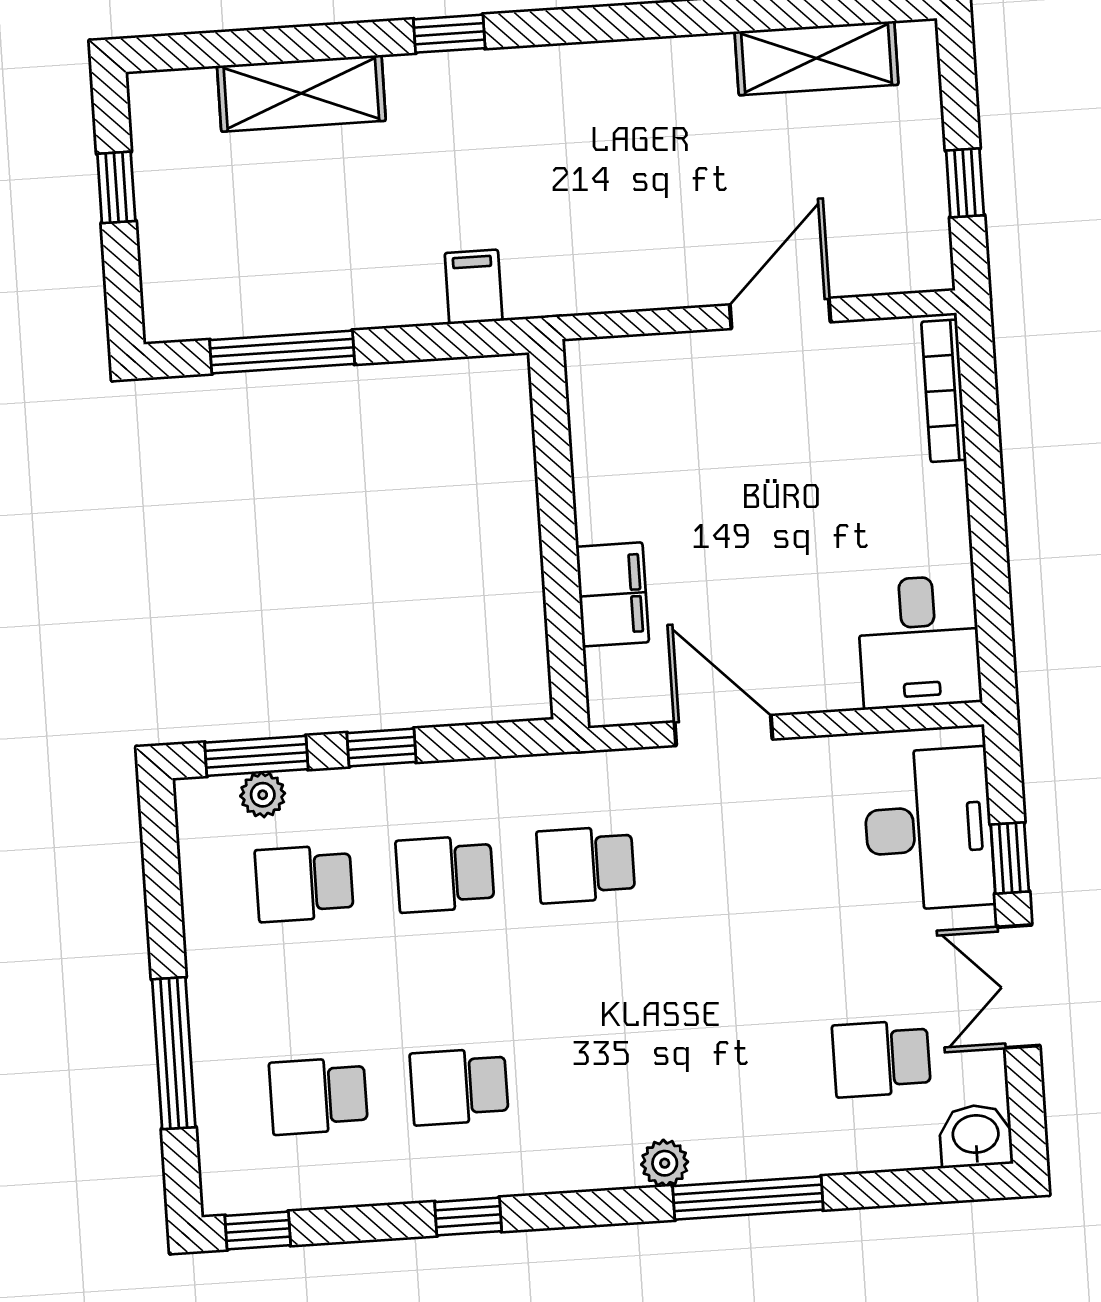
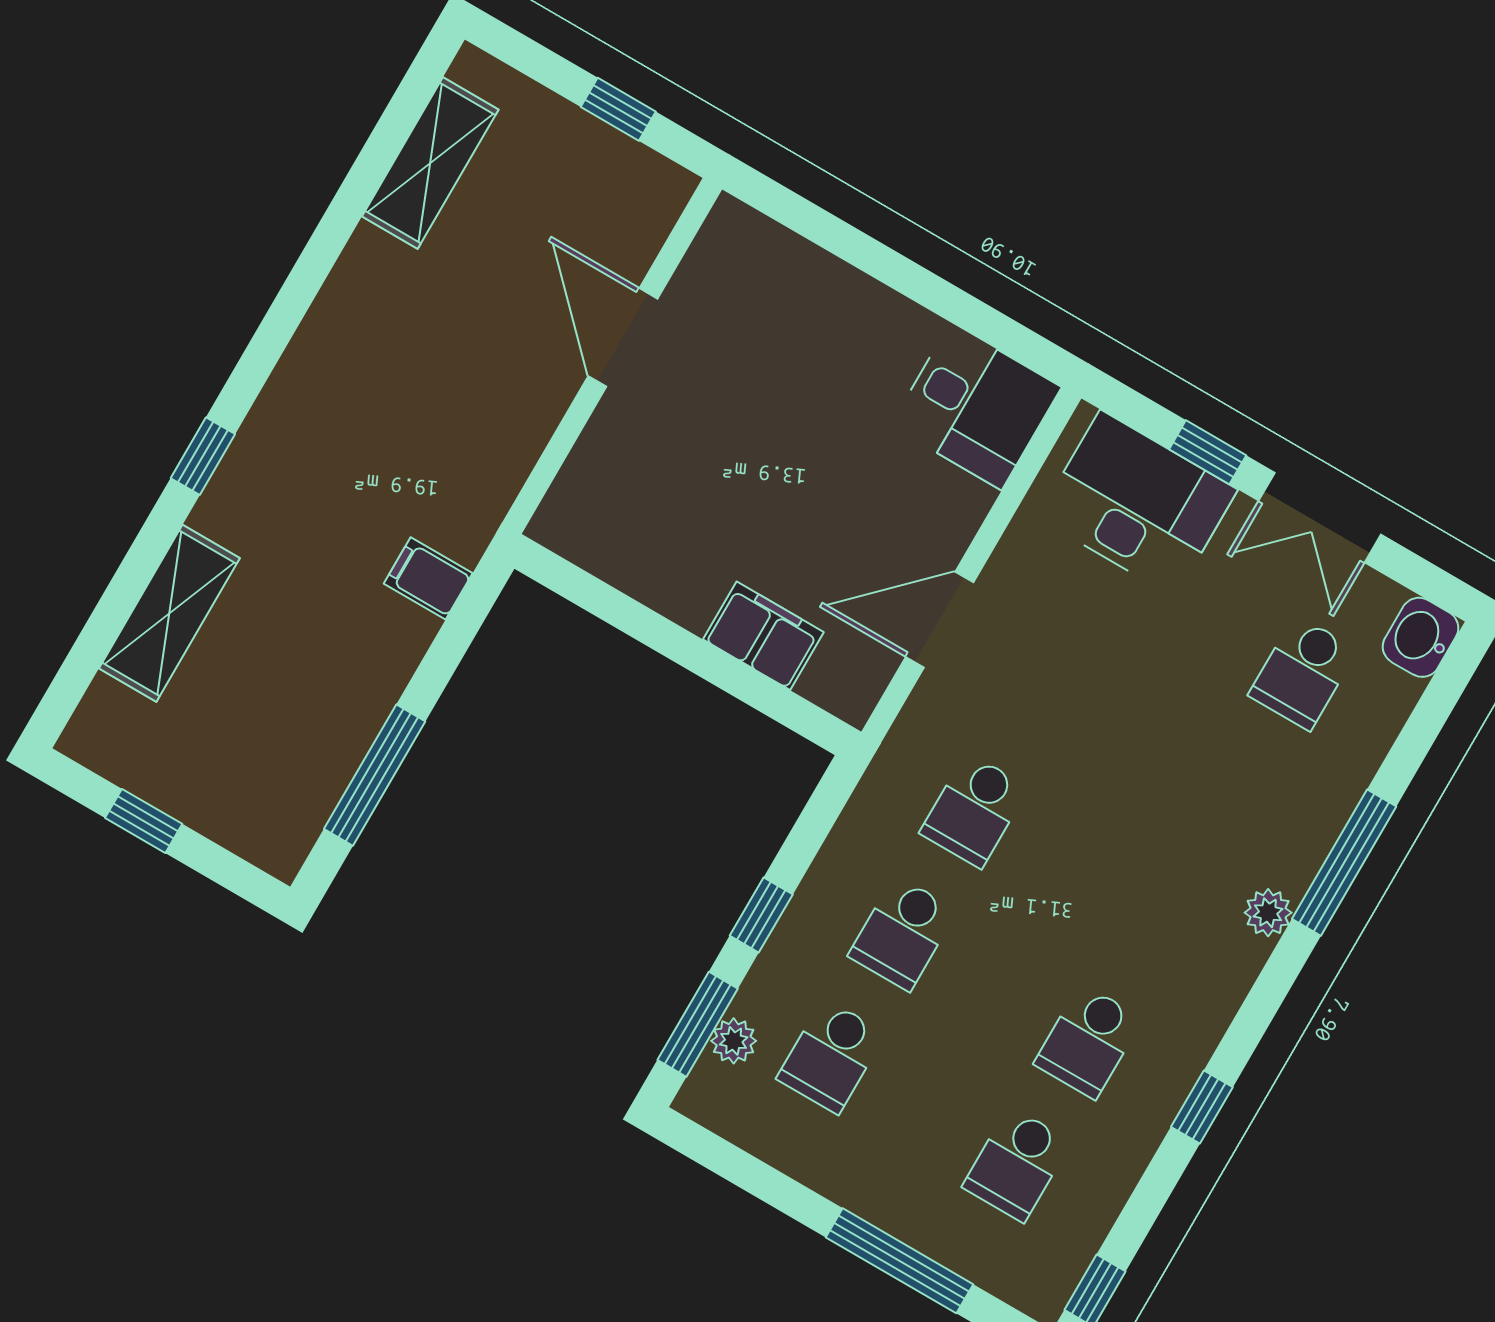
bookcase: (944, 391) -> (780, 244), removed

